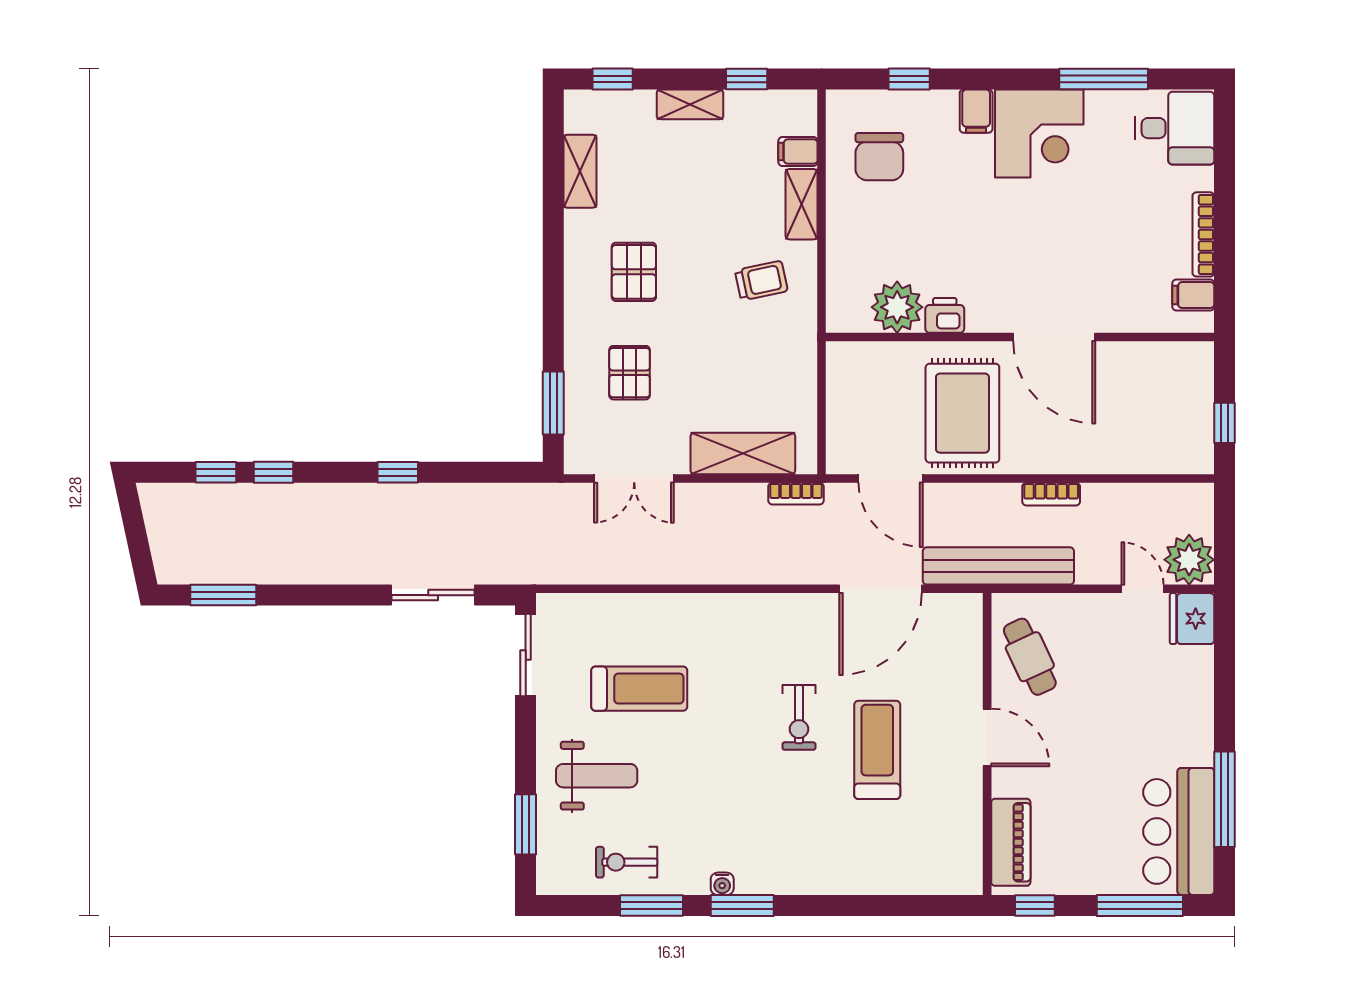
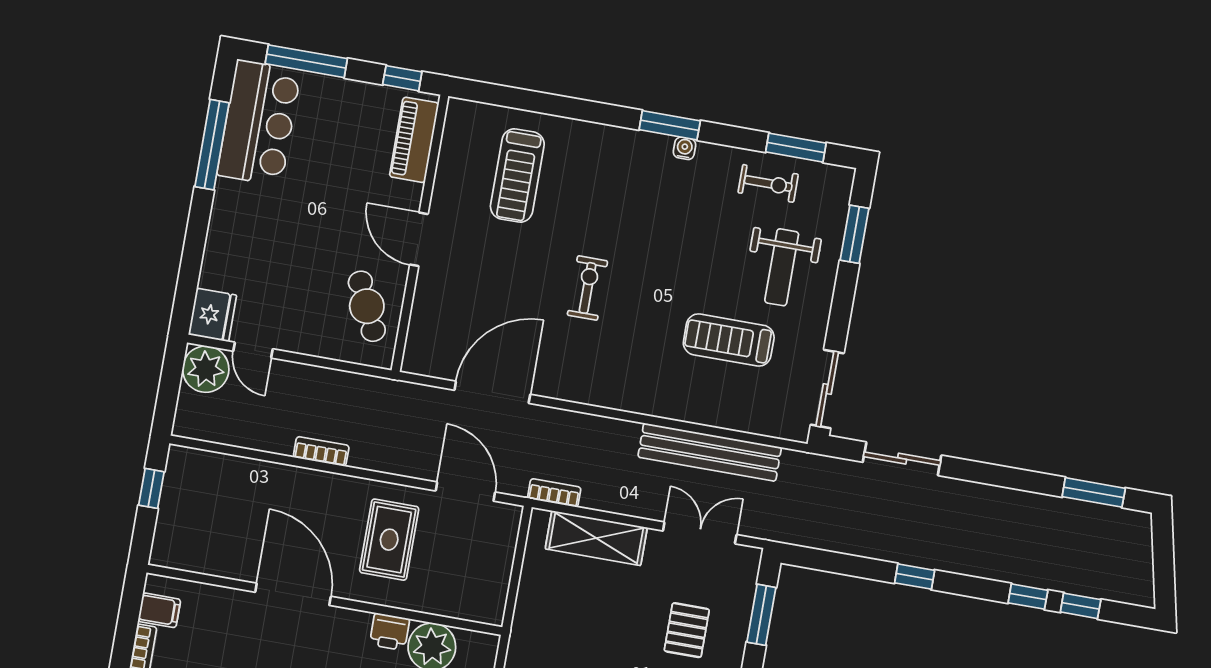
rug: (962, 413) -> (389, 540), width x0.73, depth x0.70
bench: (998, 566) -> (710, 452), moved
treadmill: (877, 750) -> (517, 176), moved
weight bench: (597, 776) -> (782, 267), turned -90
window: (651, 906) -> (796, 148), moved

